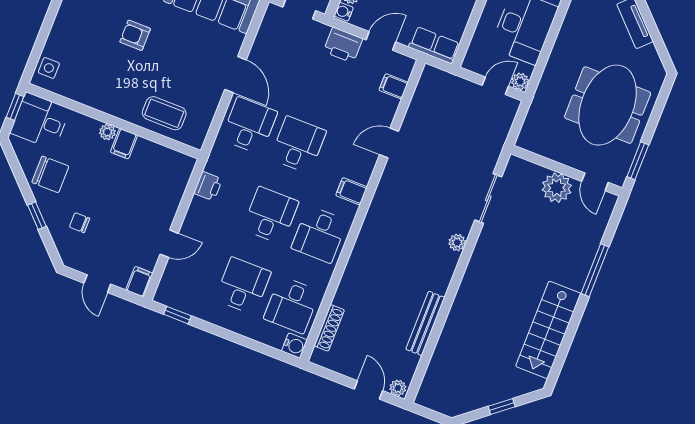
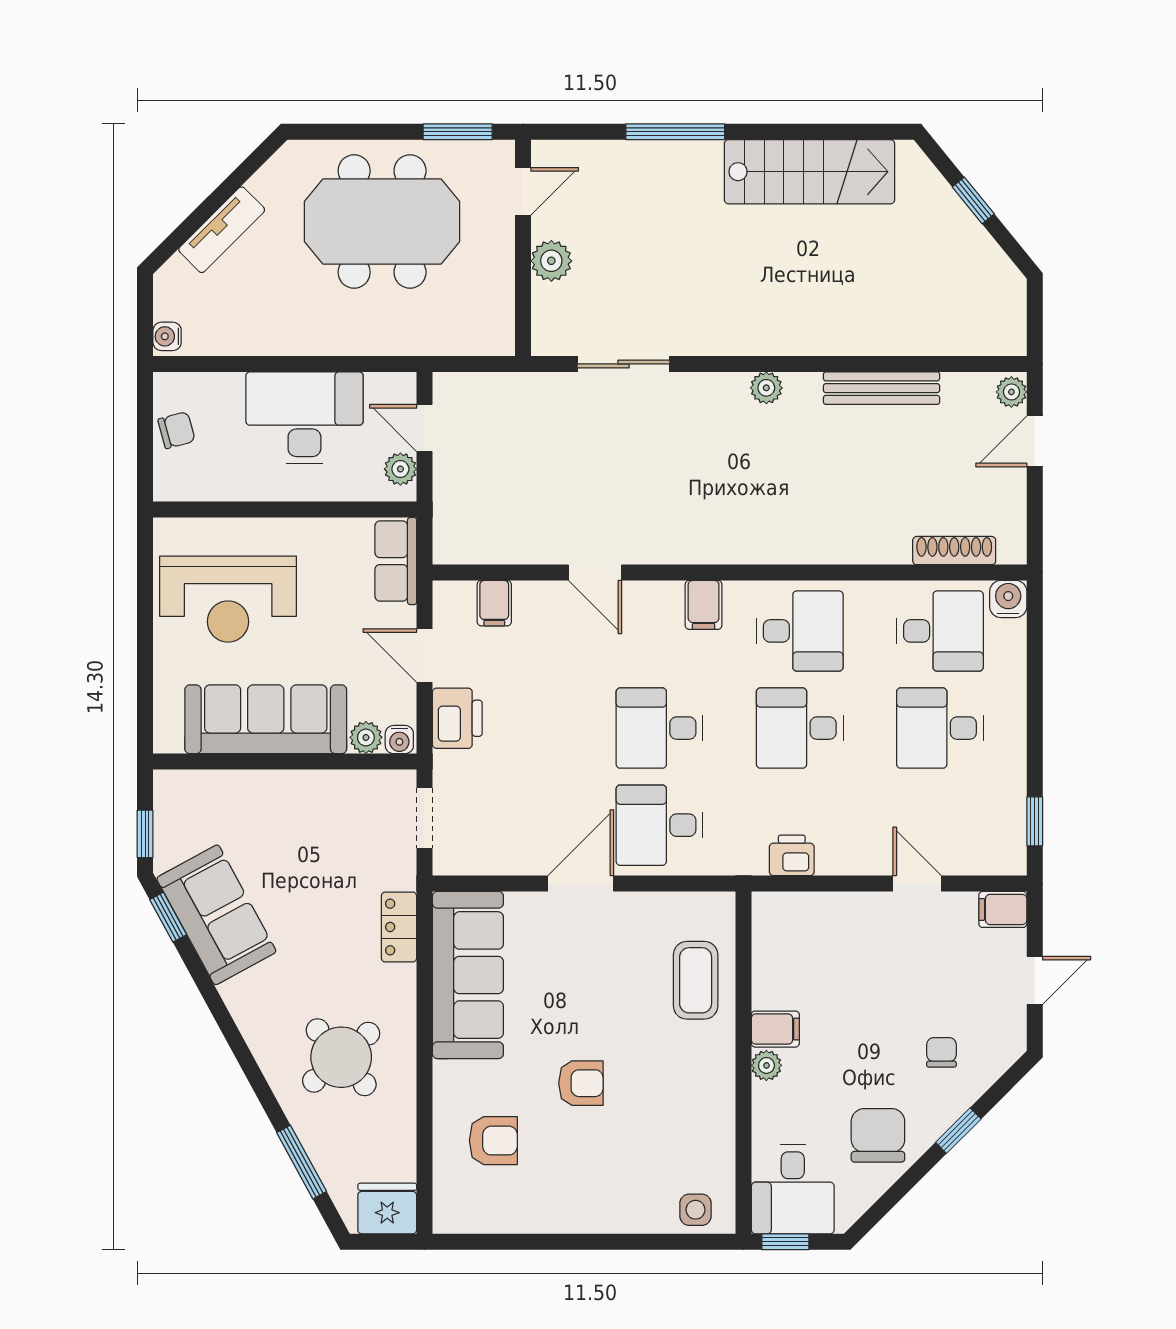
armchair: (135, 35) -> (581, 1083), turned -90
plant: (520, 81) -> (400, 469), moved
plant: (557, 188) -> (551, 261), width x0.73, depth x0.73
chair: (80, 223) -> (941, 1052), turned 180
plant: (457, 242) -> (766, 388), moved

